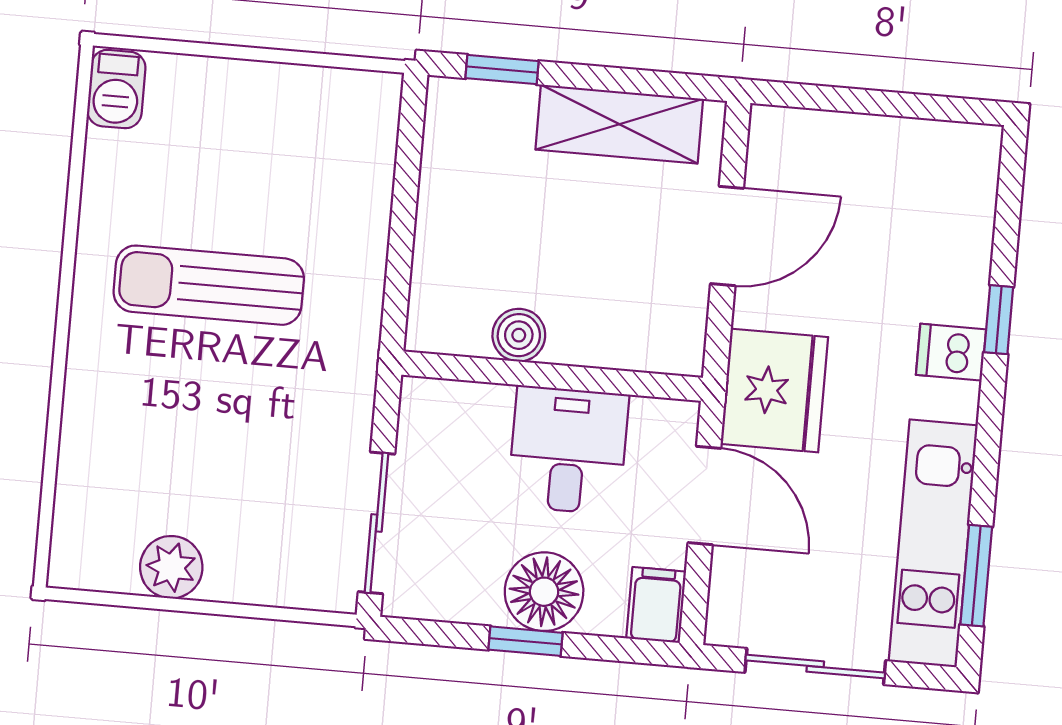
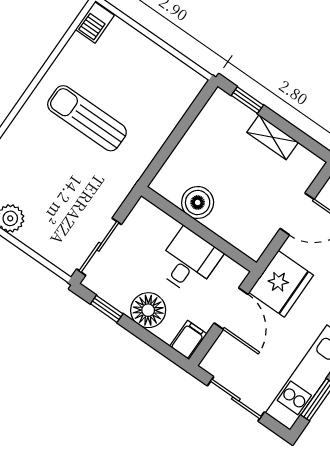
shelving: (619, 124) -> (273, 137), width x0.67, depth x0.75
boiler: (519, 335) -> (198, 203), width x1.36, depth x1.36
window: (526, 641) -> (107, 309), moved

